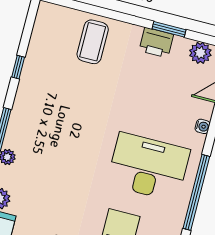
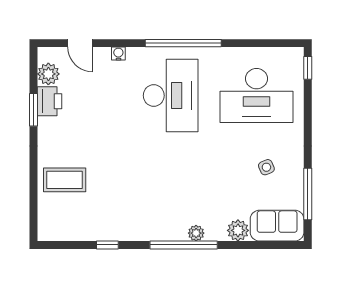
printer: (156, 43) -> (50, 101), moved
desk: (148, 167) -> (171, 96), turned 180

